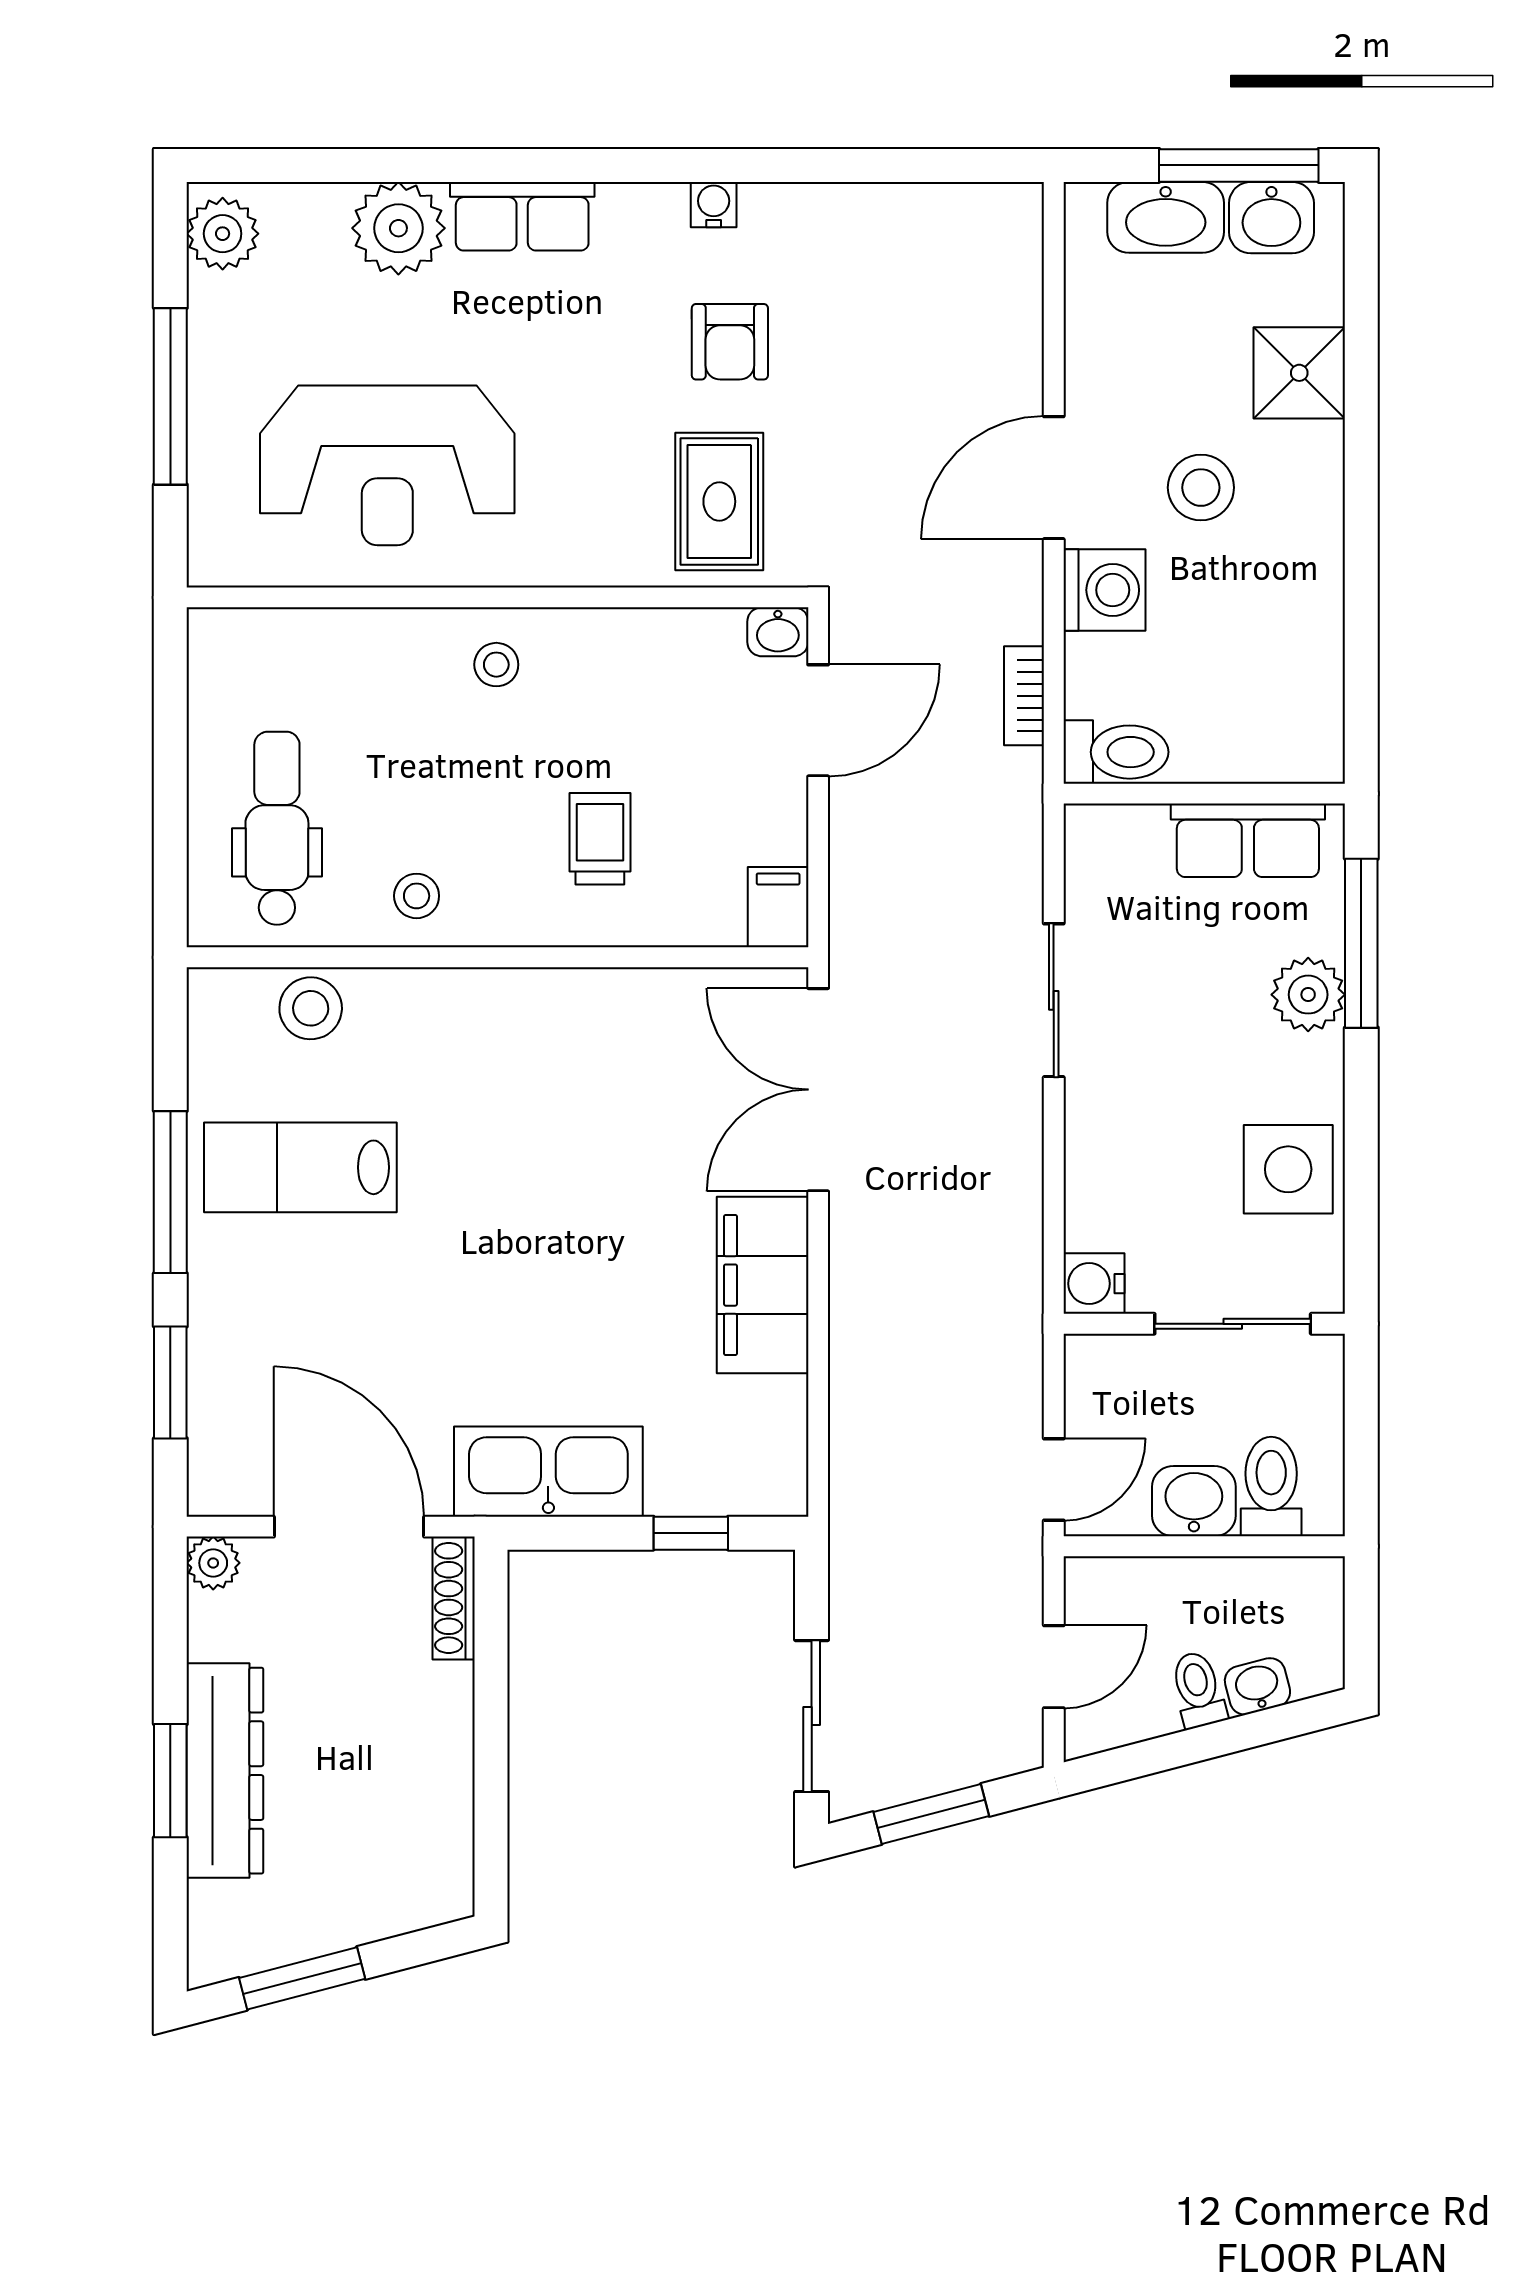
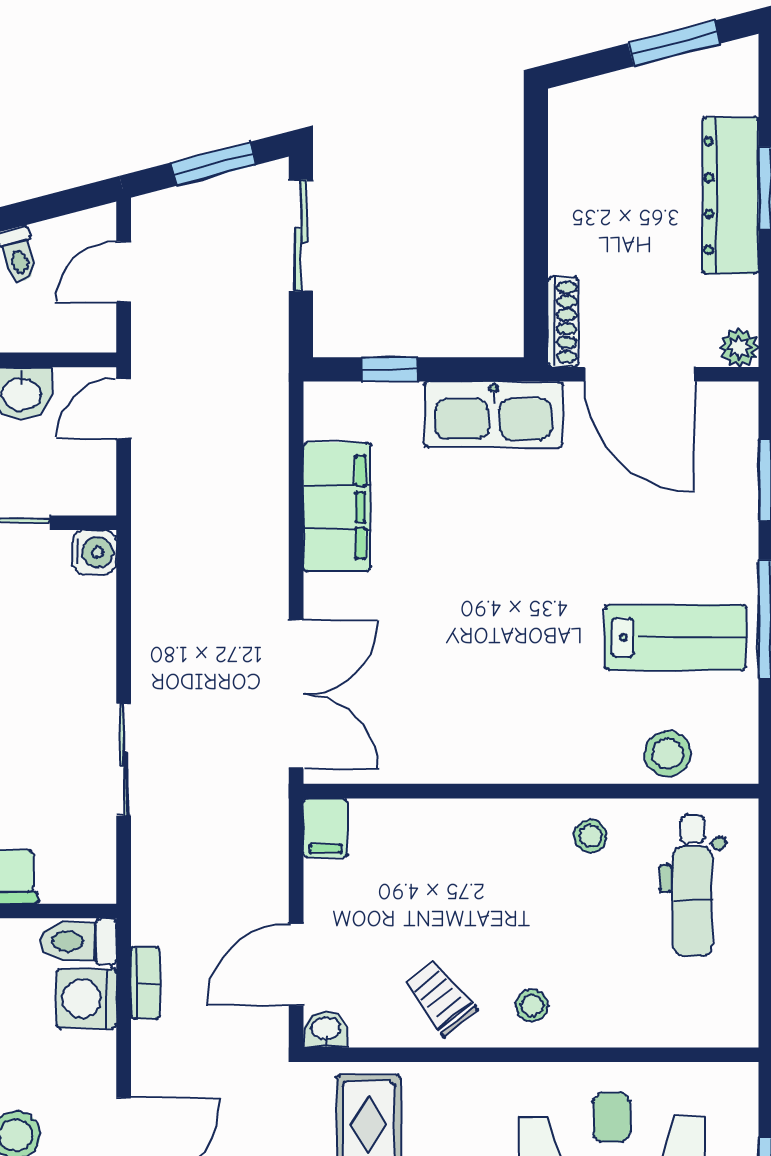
washing machine: (1104, 590) -> (86, 999), moved
trolley: (600, 839) -> (440, 998), moved, turned 141
filing cabinet: (763, 1285) -> (337, 507), moved

